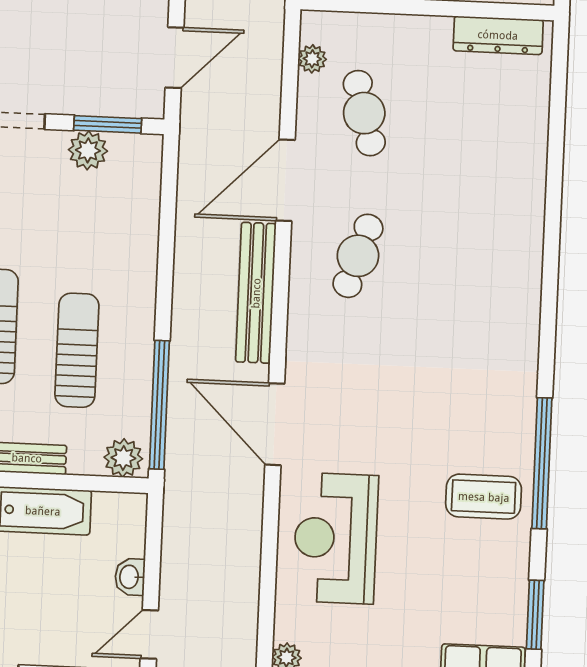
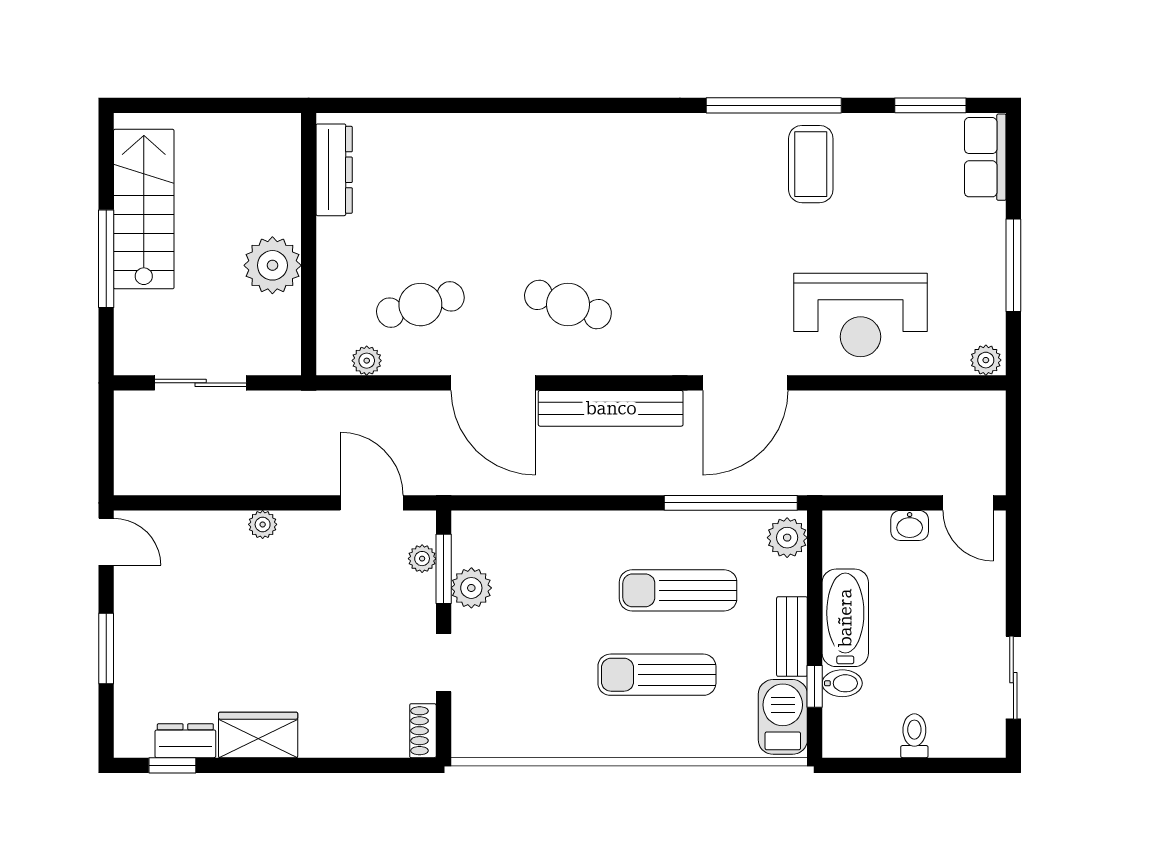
plant: (118, 104) -> (422, 559), added

